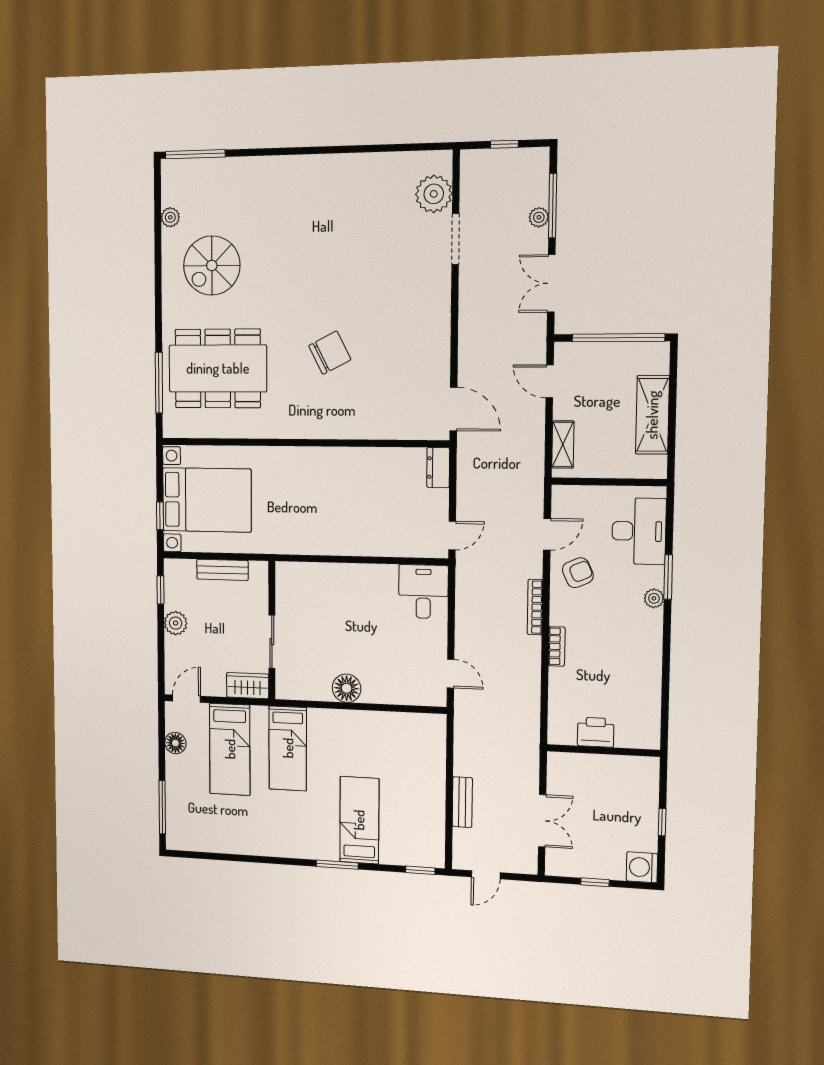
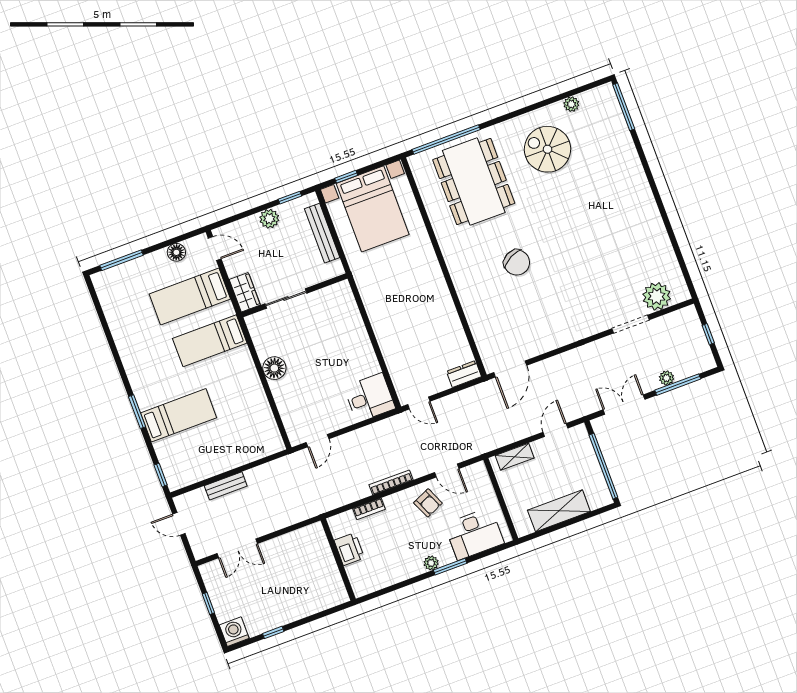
window: (159, 383) -> (446, 140), width x1.46
bench: (222, 570) -> (322, 233), width x1.36
printer: (596, 732) -> (349, 549), moved
wall: (603, 751) -> (338, 560), moved

